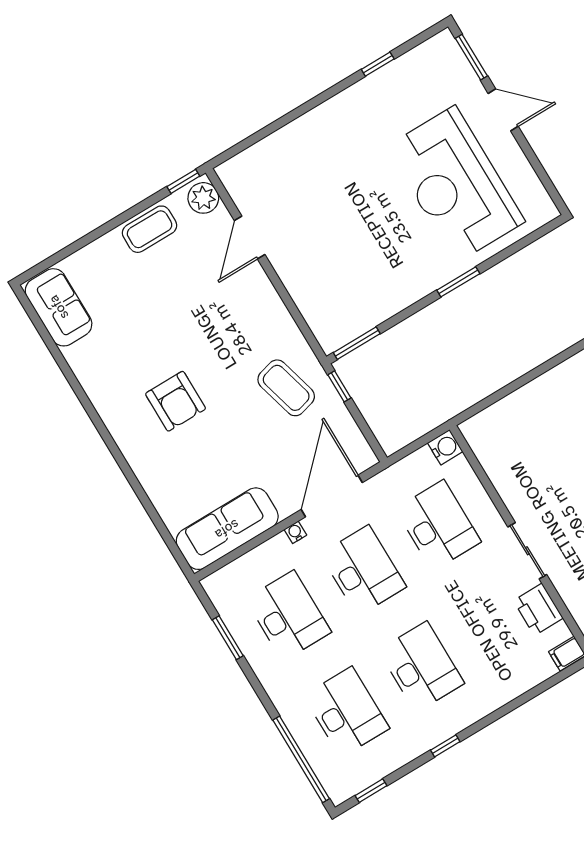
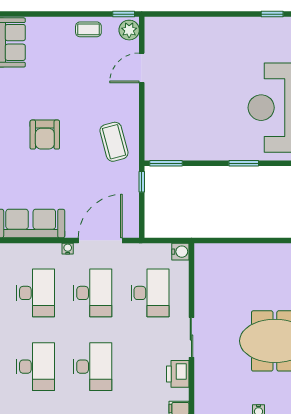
coffee table: (150, 229) -> (88, 29), width x0.73, depth x0.77
coffee table: (286, 388) -> (114, 142), moved

